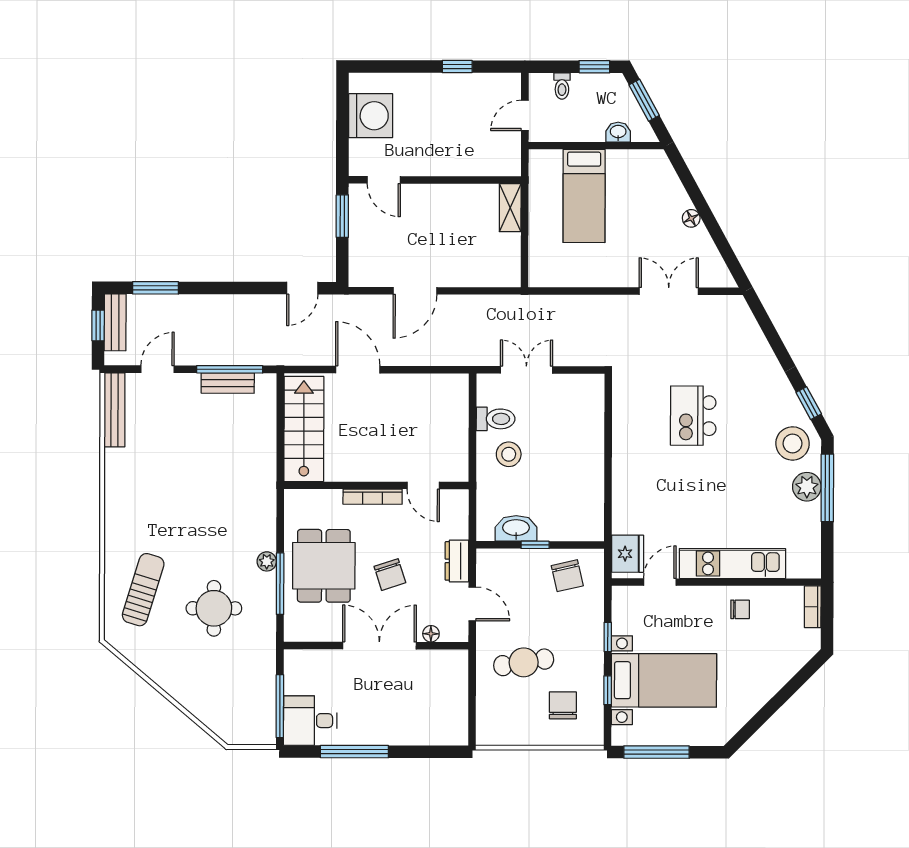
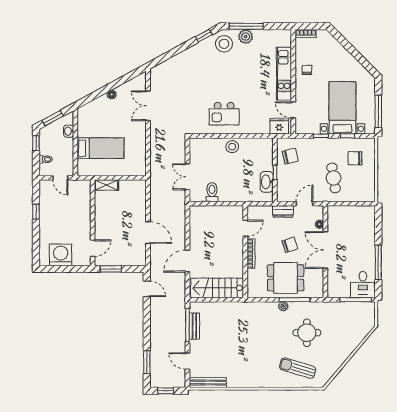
bench: (115, 322) -> (164, 382), removed
kitchen island: (693, 416) -> (224, 114), moved
stool: (509, 454) -> (232, 147), moved

